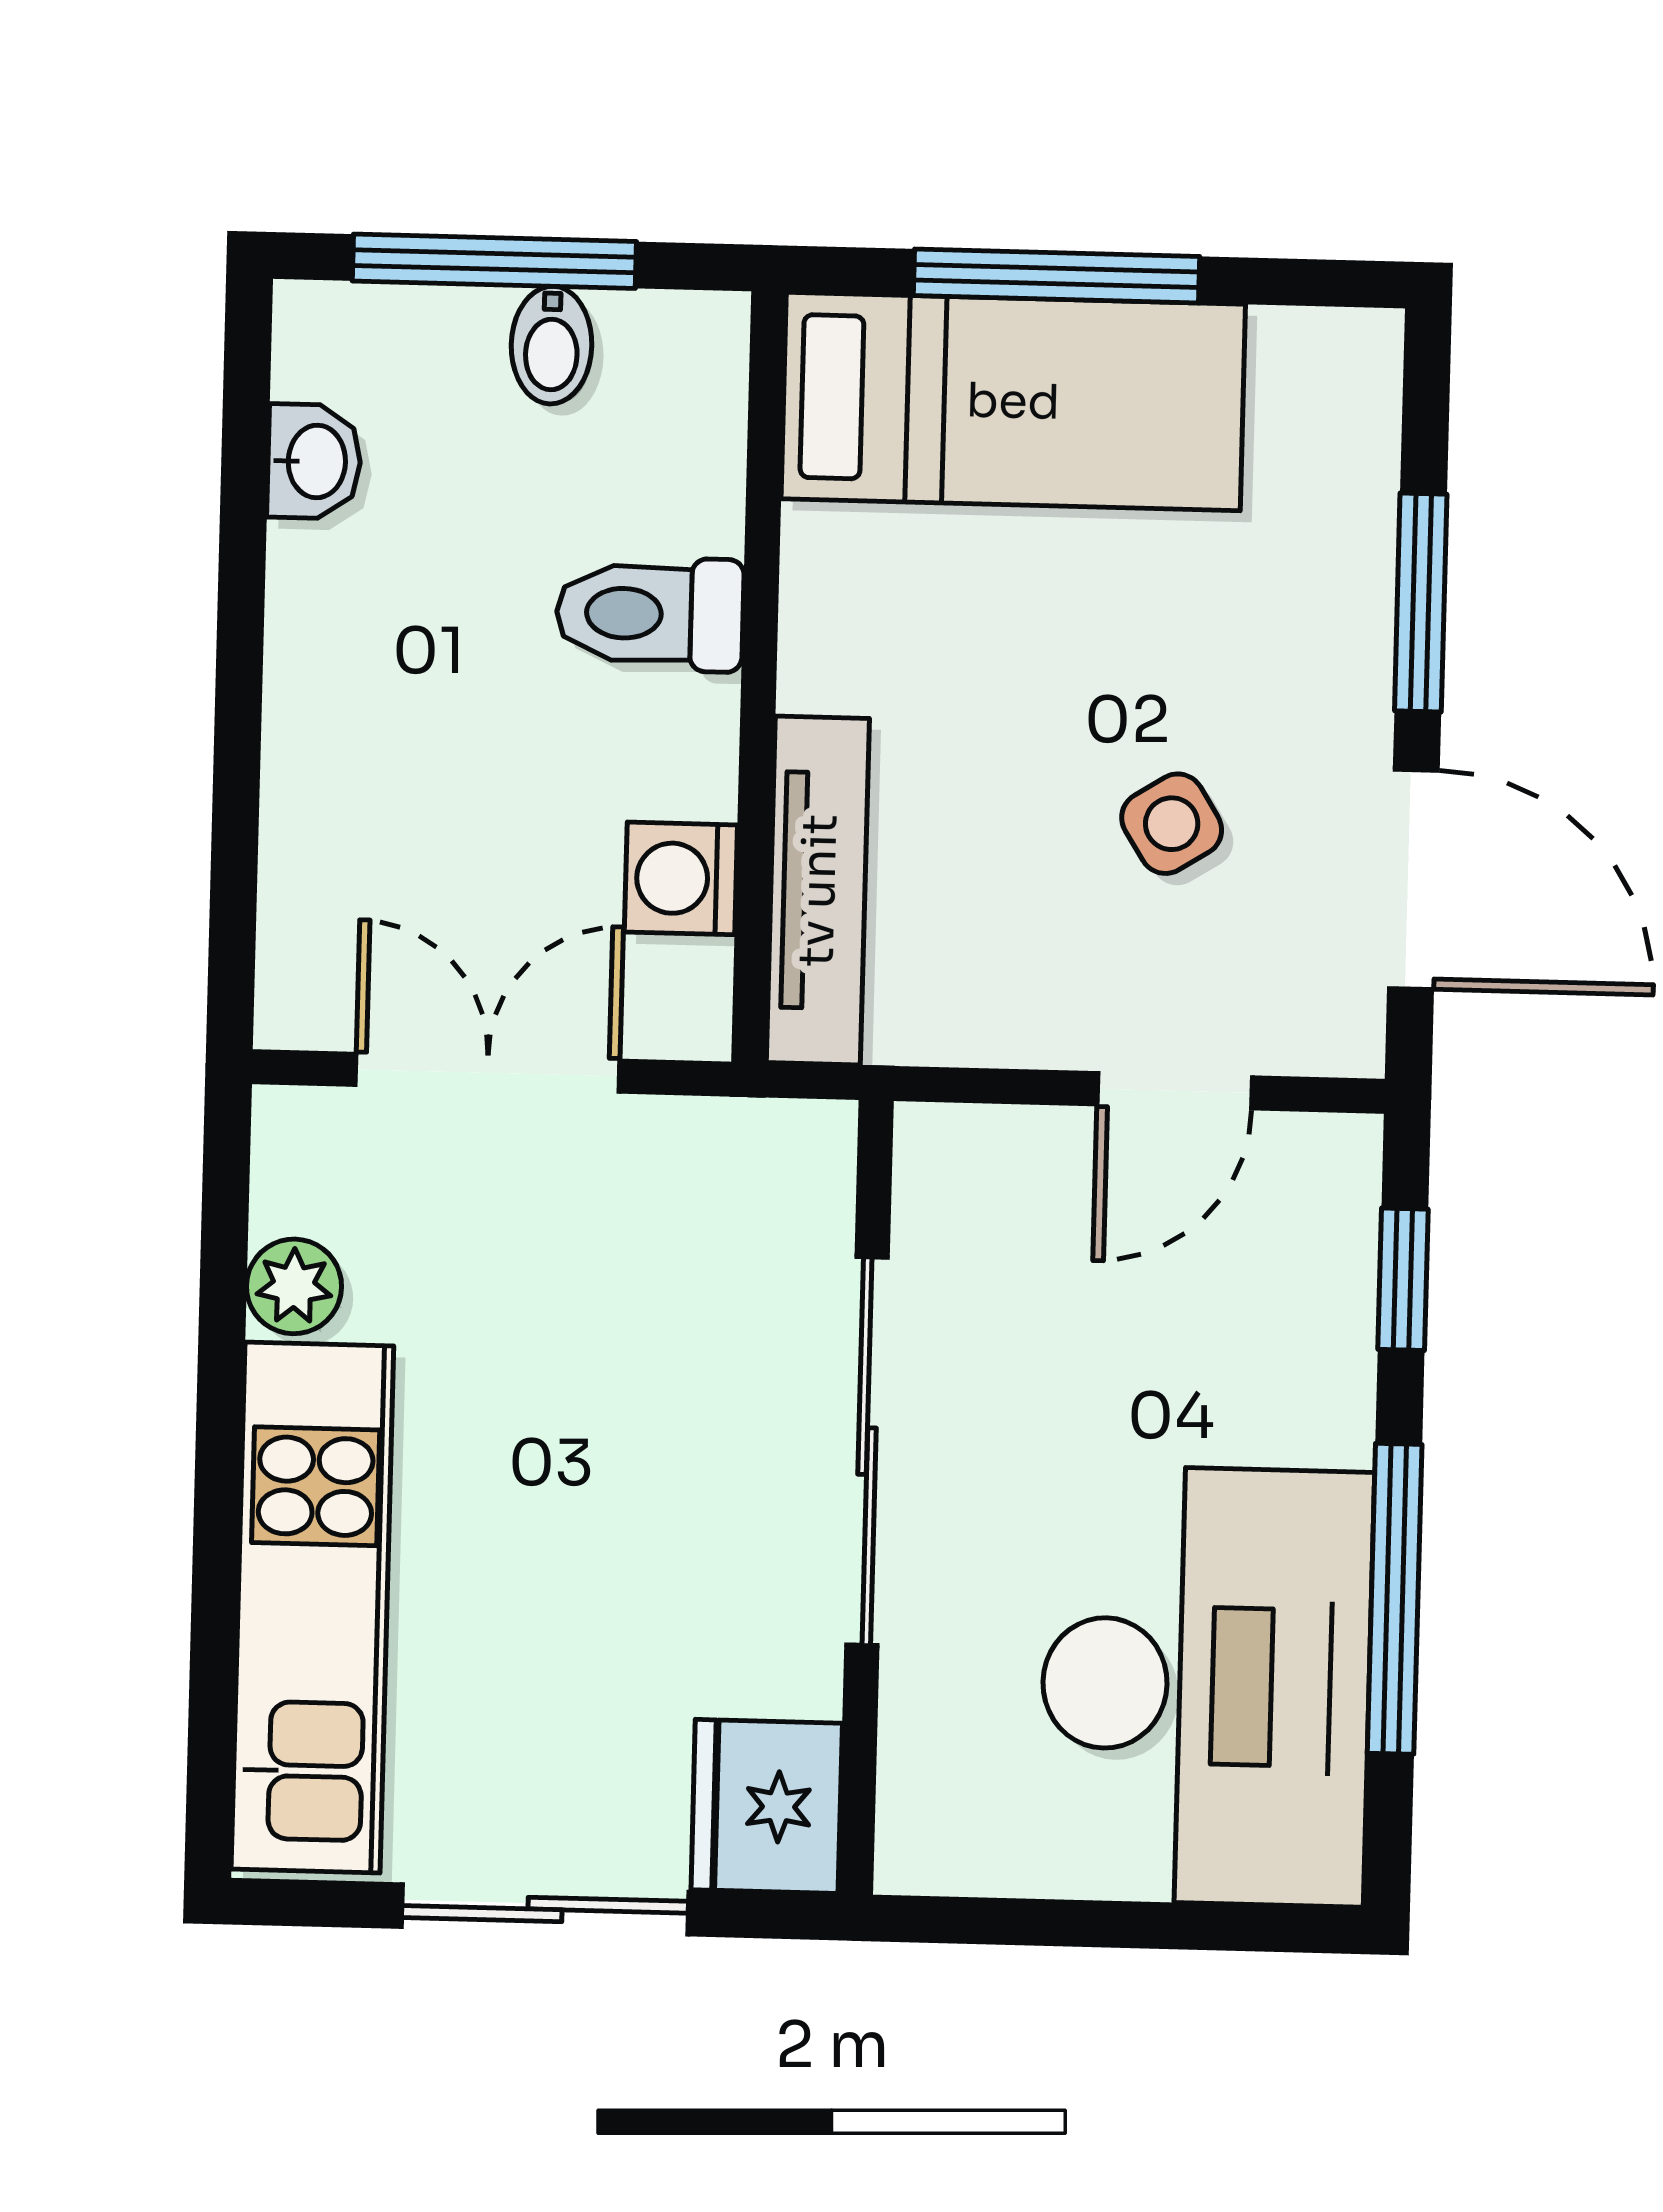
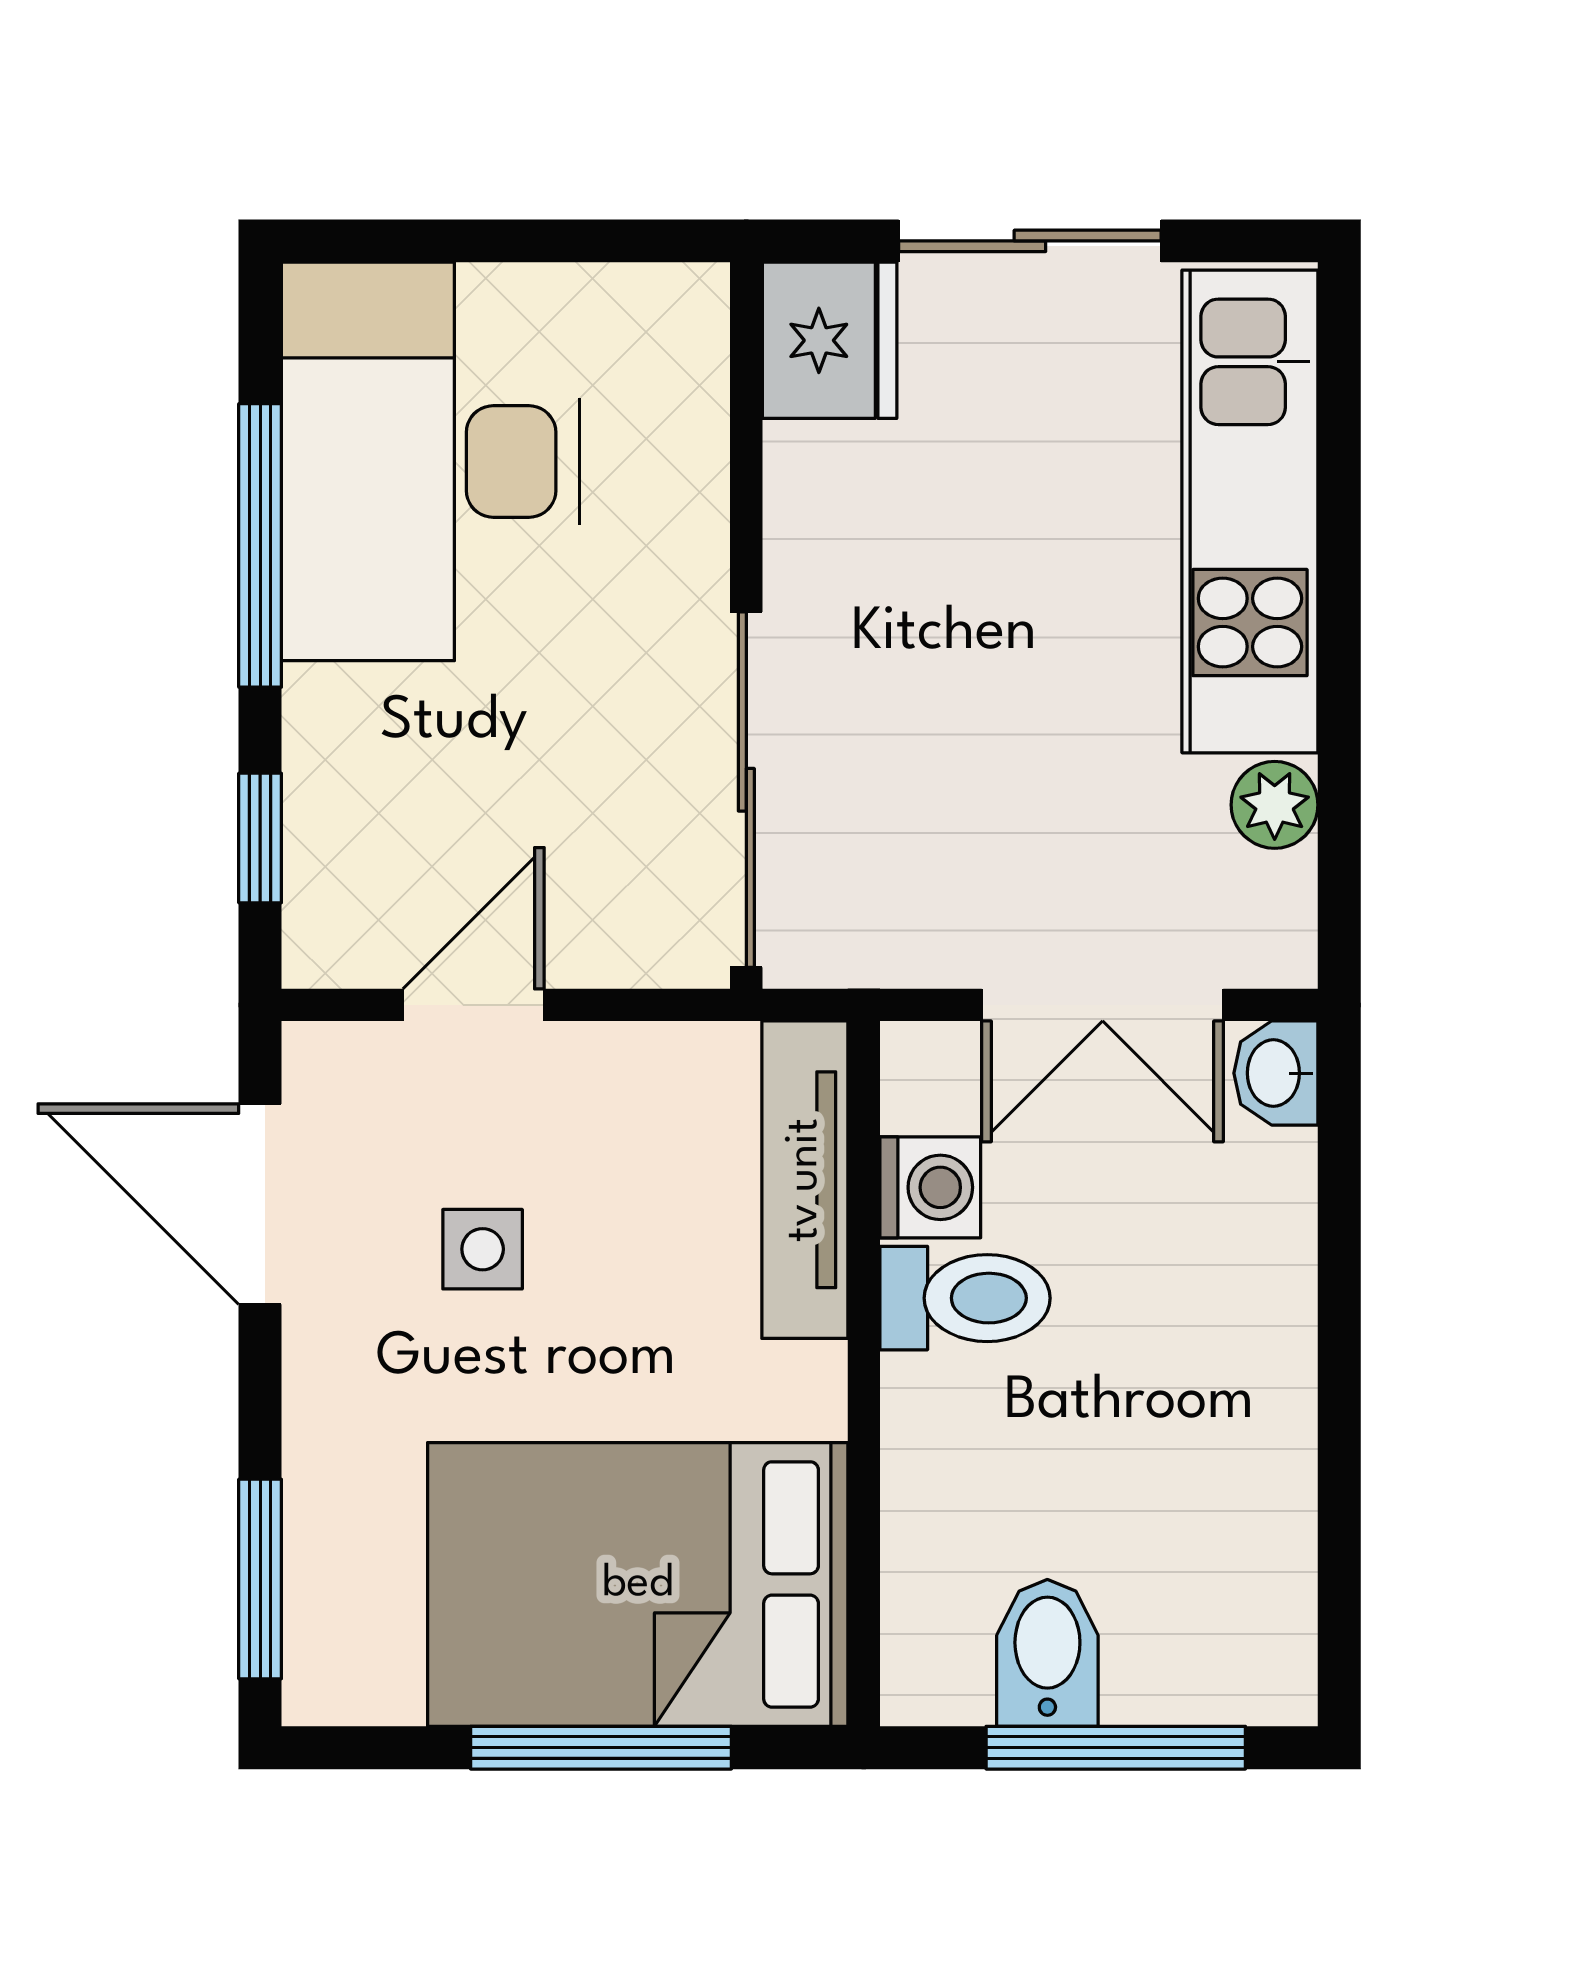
bidet: (552, 345) -> (1047, 1653), width x1.38, depth x1.36
bed: (1013, 401) -> (638, 1584), width x1.50
washbasin: (314, 461) -> (1276, 1073), moved
window: (1421, 602) -> (260, 1579), moved
toilet: (650, 614) -> (965, 1298), moved
side table: (1172, 824) -> (483, 1249), turned 32
sliding door: (867, 1451) -> (746, 790), moved

